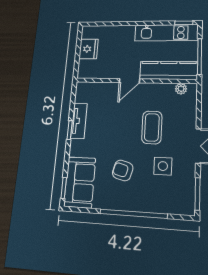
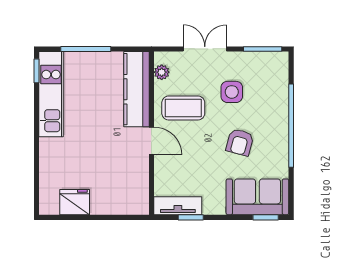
kitchen counter: (169, 70) -> (136, 89), moved
door: (129, 81) -> (151, 141), moved
wall: (135, 81) -> (151, 133), moved
plant: (181, 89) -> (162, 72), moved

